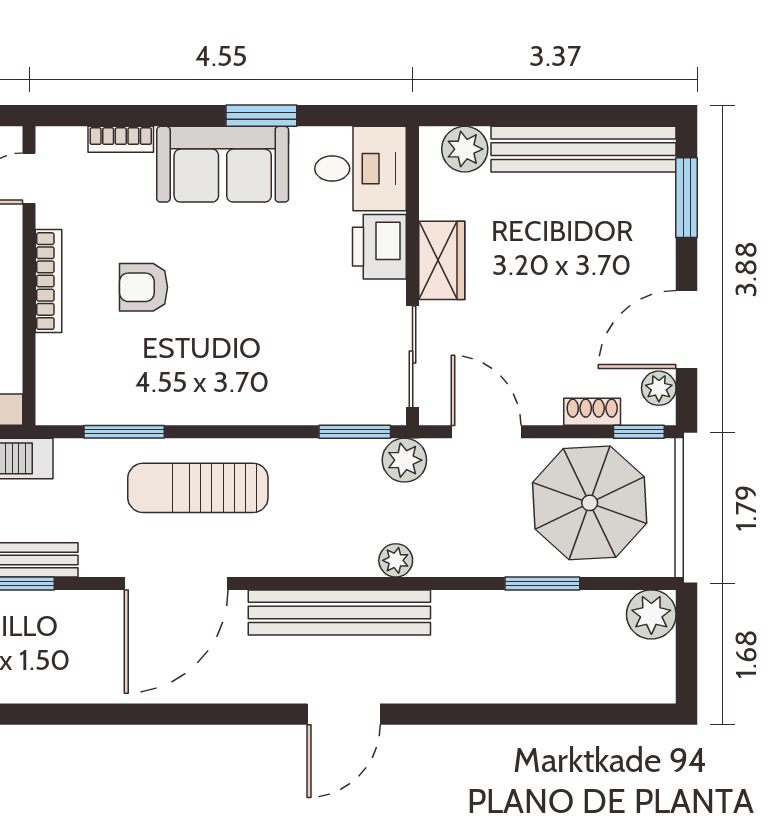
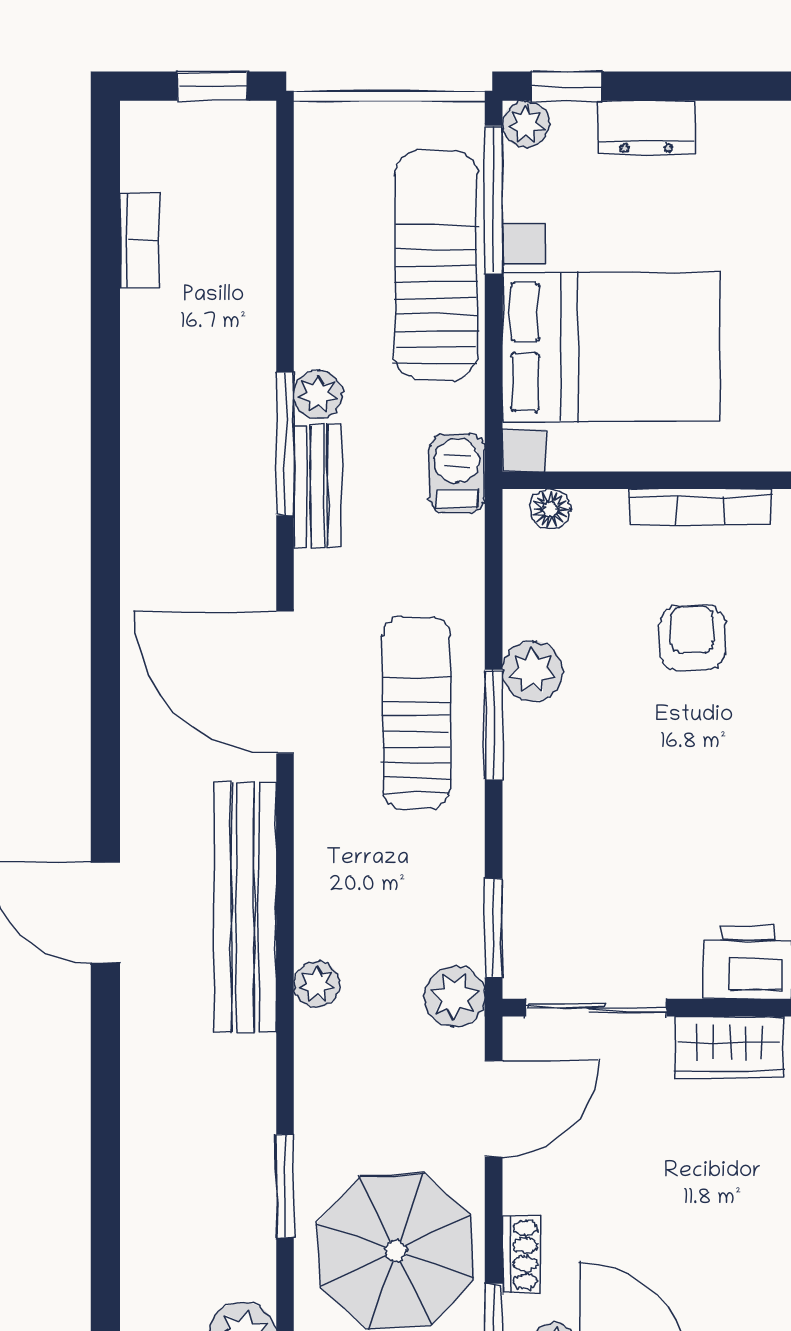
floor lamp: (50, 391) -> (550, 509), added
plant: (168, 404) -> (532, 671), added
window: (124, 432) -> (494, 725), moved

